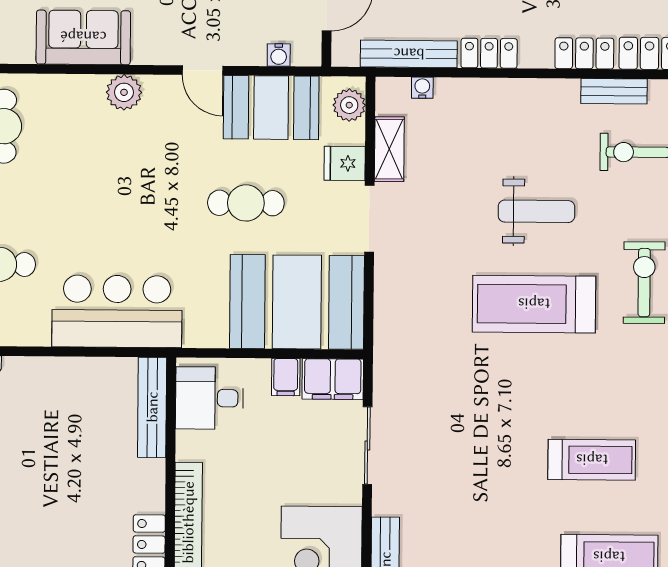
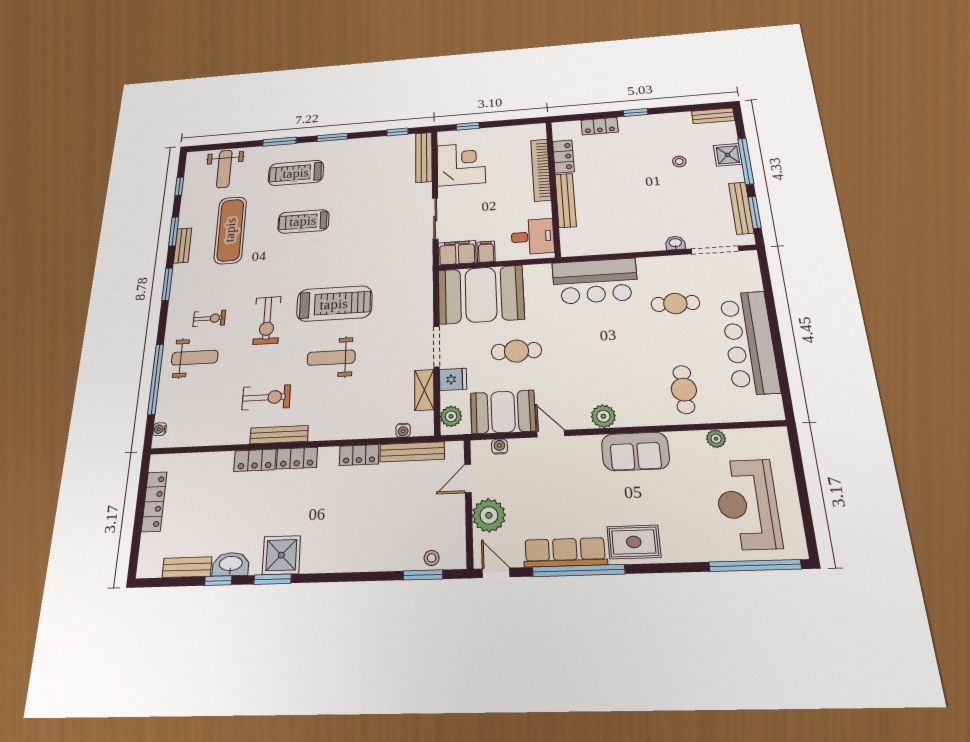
bench: (614, 91) -> (279, 435), width x1.36
bench: (152, 407) -> (566, 200), moved

